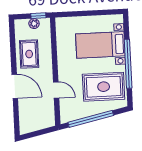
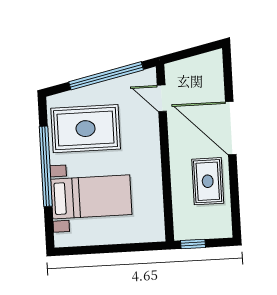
plant: (34, 24) -> (200, 231), removed
door: (15, 86) -> (231, 128), width x1.36
door: (56, 90) -> (162, 98), moved

